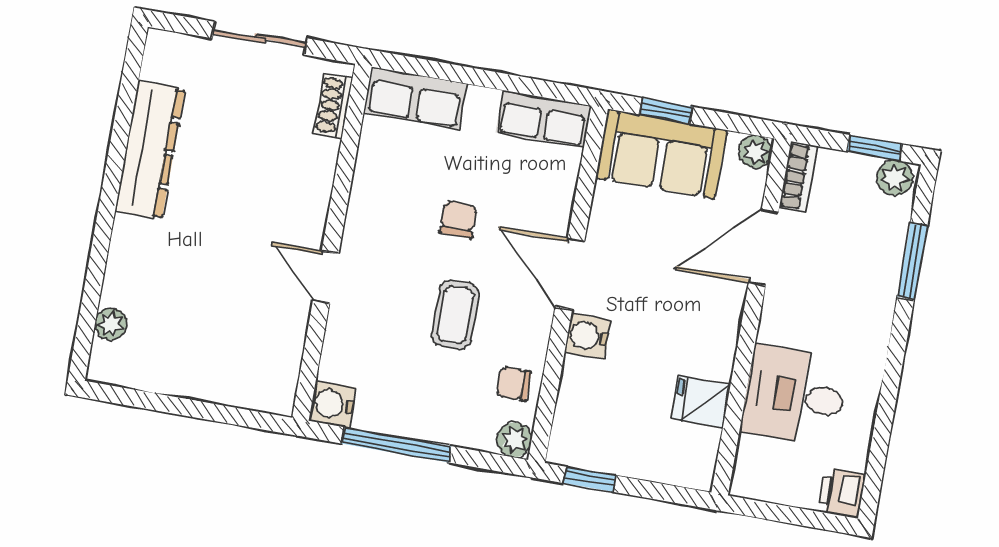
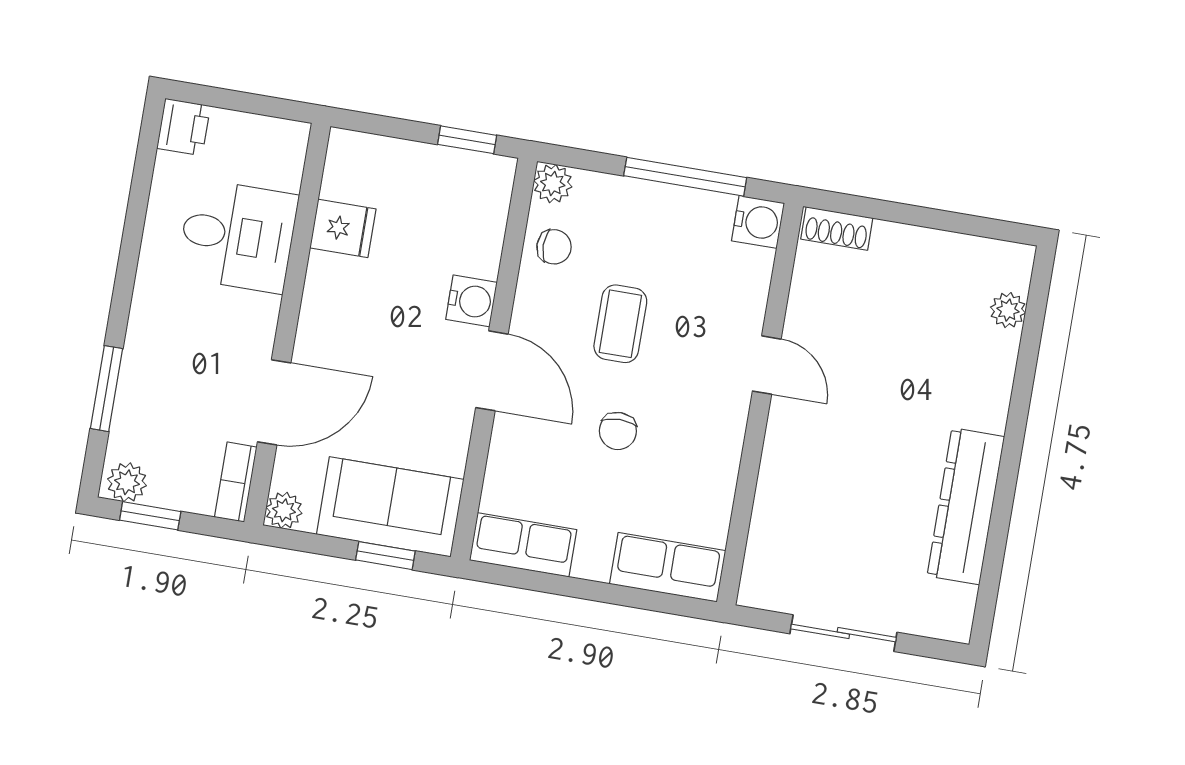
shoe rack: (333, 106) -> (837, 228), moved, turned 90

